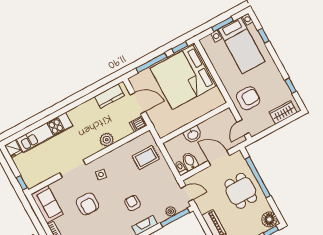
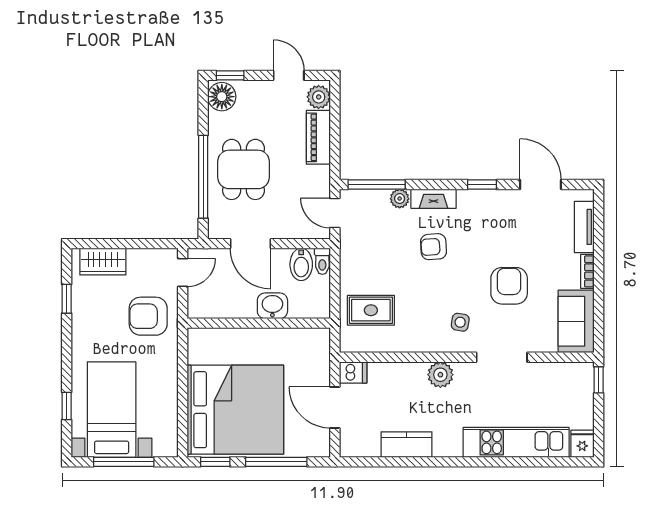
window: (223, 24) -> (124, 462), width x1.44
kitchen counter: (109, 96) -> (407, 445), moved
plant: (107, 140) -> (440, 375), moved
armchair: (133, 203) -> (434, 247), turned 86
plant: (171, 211) -> (400, 199), moved

